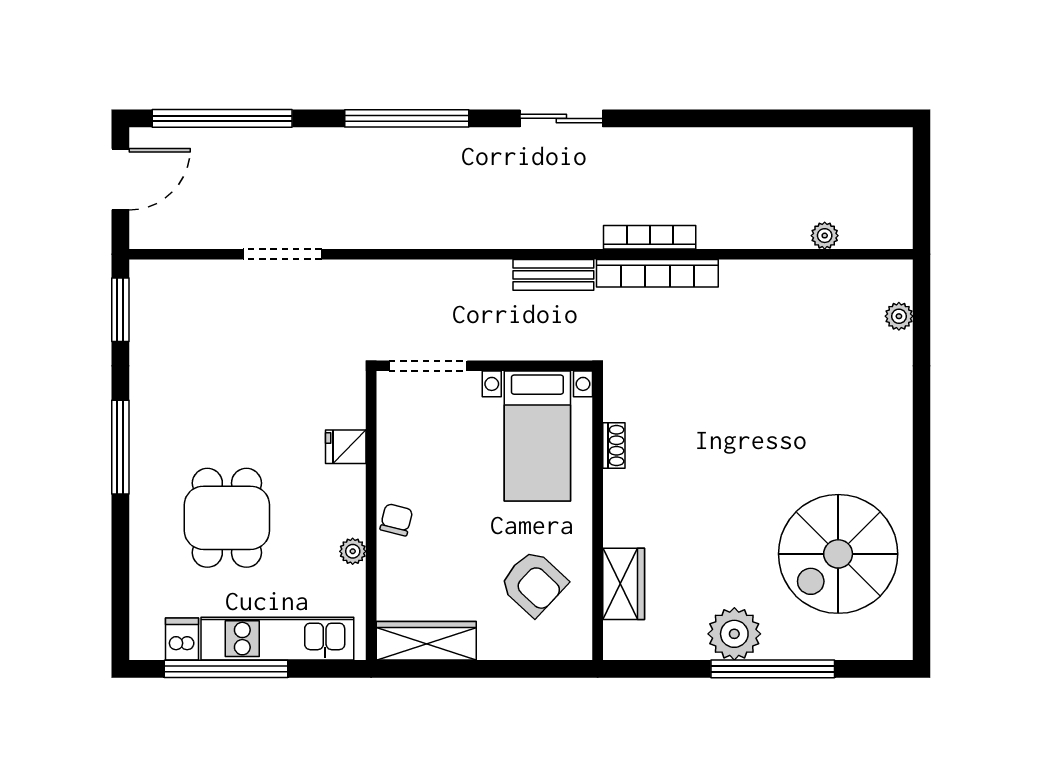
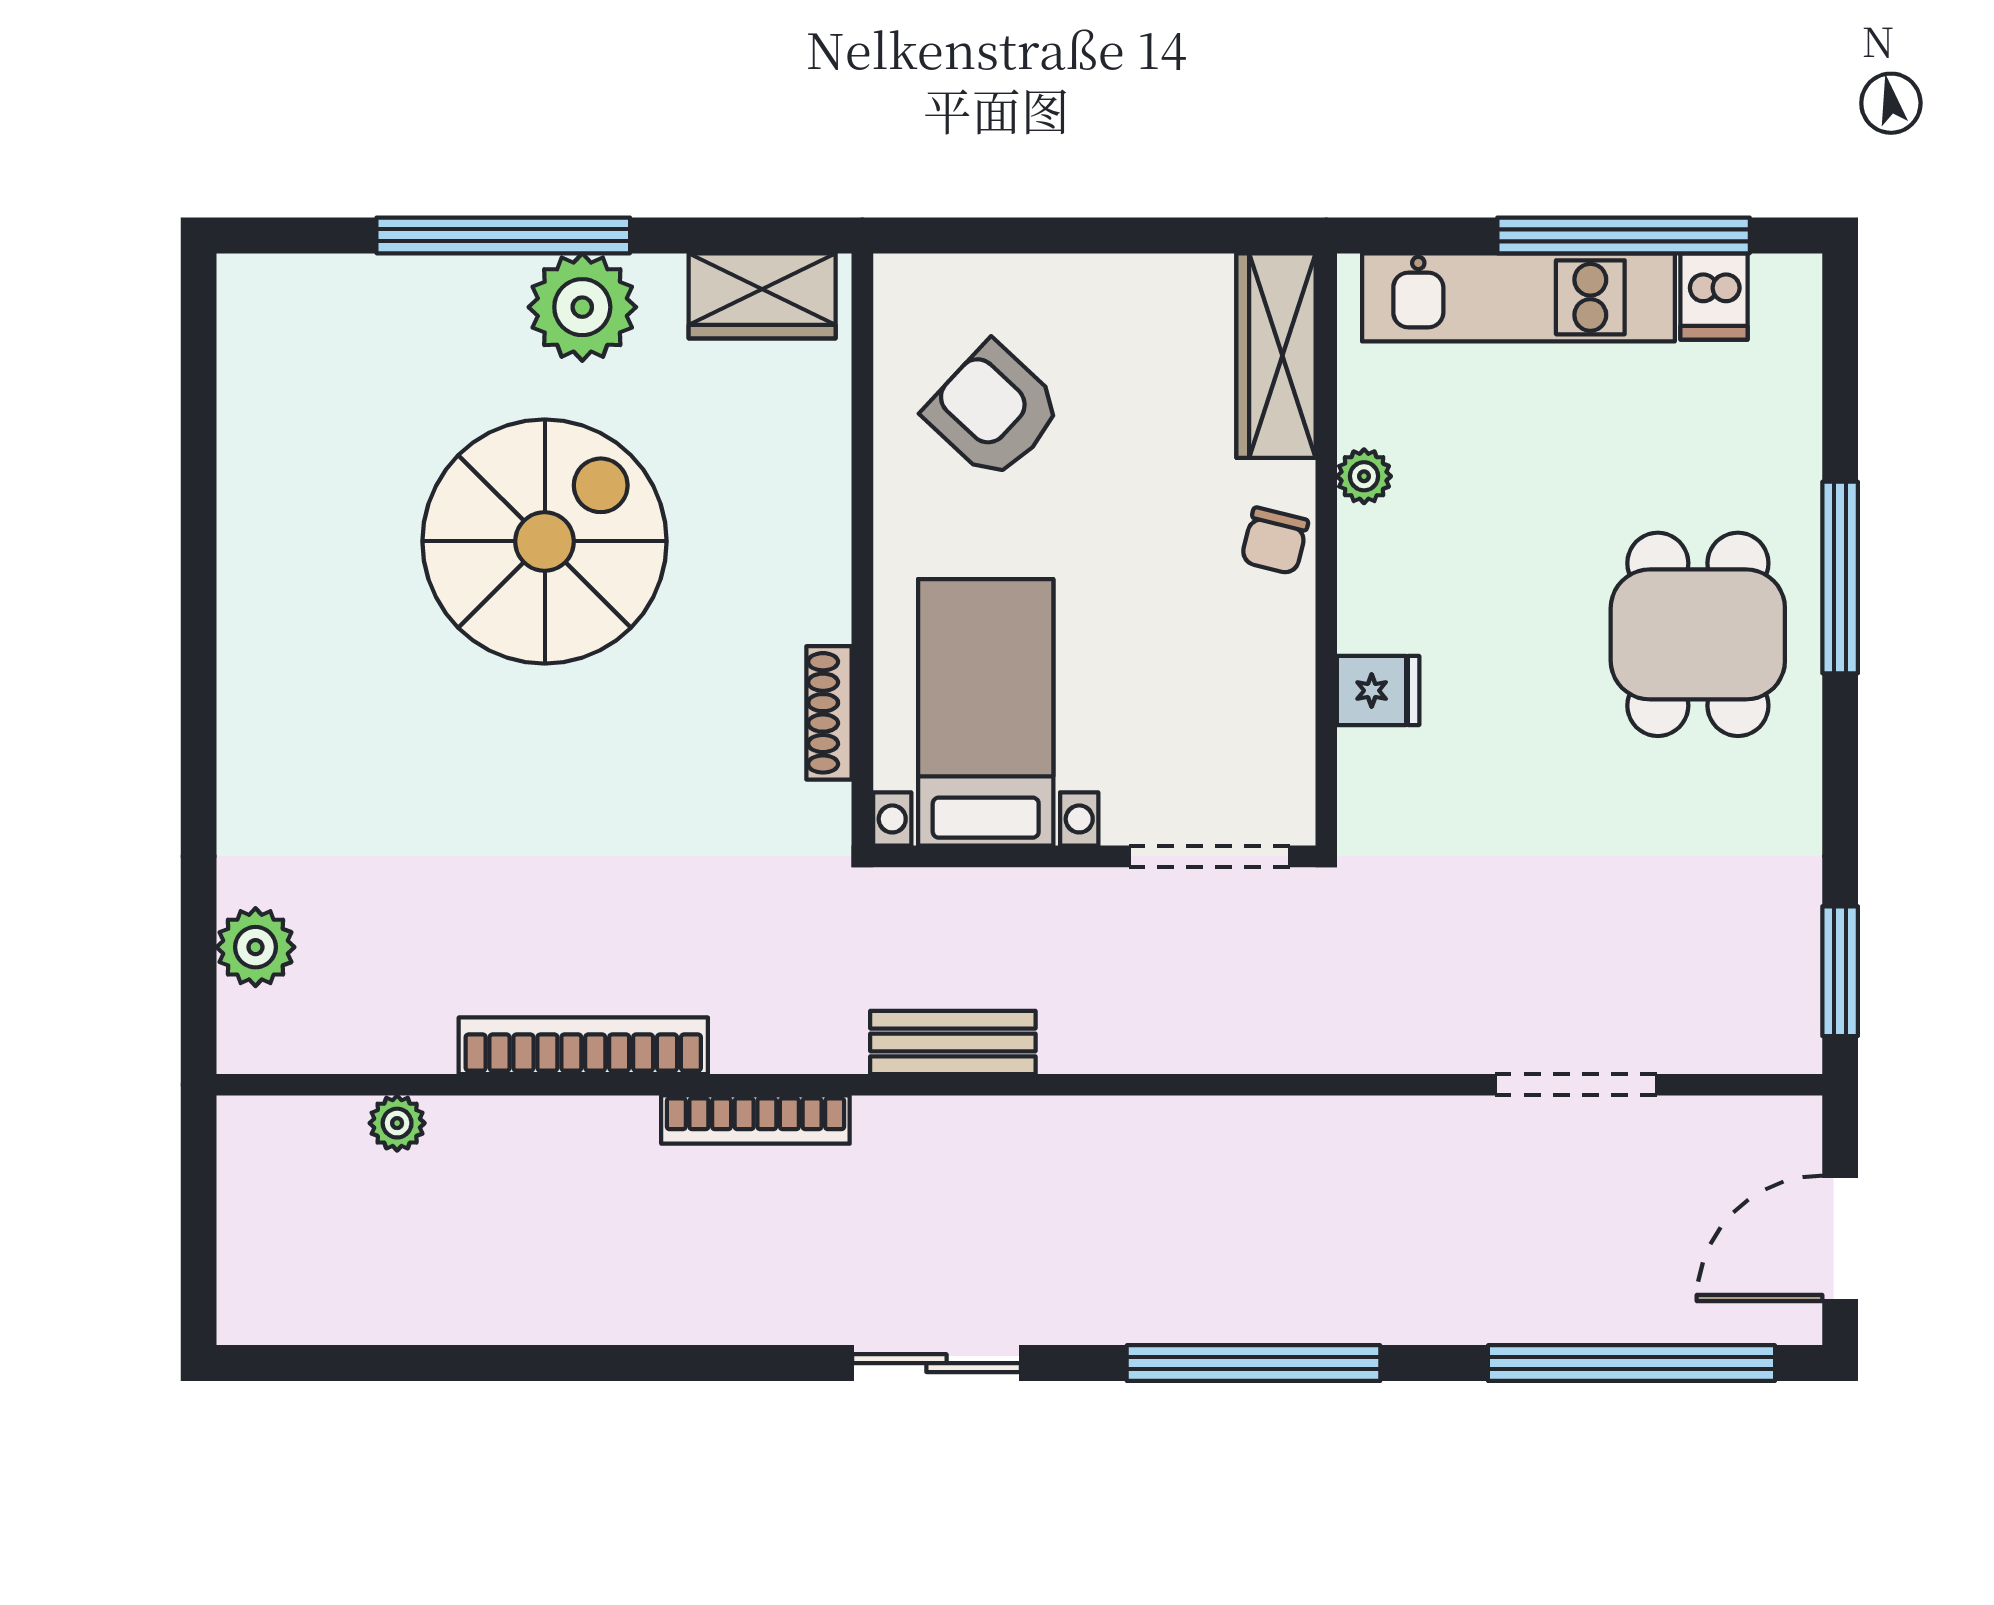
doorway: (282, 254) -> (1576, 1085), moved
bookcase: (657, 273) -> (583, 1046), moved
plant: (899, 316) -> (255, 947), width x1.38, depth x1.38
shoe rack: (614, 446) -> (829, 713), width x1.43
window: (120, 447) -> (1840, 577), moved
dining table: (227, 518) -> (1698, 634), moved
spiral stairs: (838, 554) -> (545, 541), moved
wardrobe: (624, 584) -> (762, 296), moved, turned -90
wardrobe: (426, 641) -> (1276, 356), moved, turned 90

